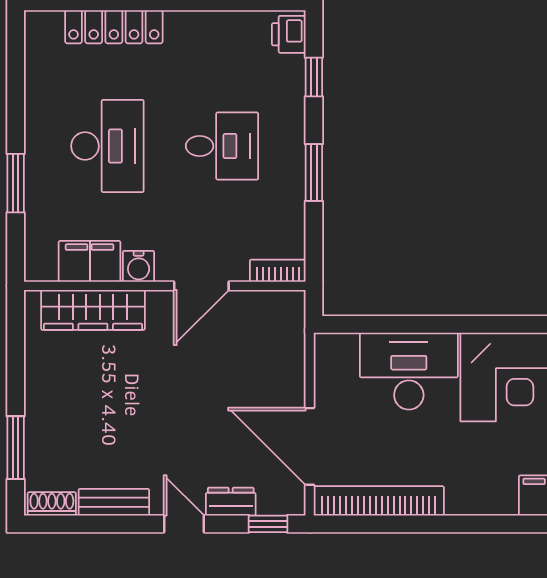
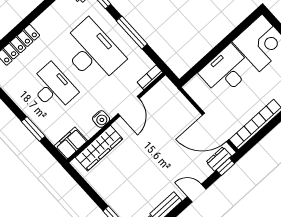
desk: (222, 146) -> (92, 52), width x1.87, depth x1.30
window: (314, 172) -> (132, 32), width x1.44
filing cabinet: (90, 261) -> (71, 143), moved
dresser: (231, 502) -> (219, 159), moved

